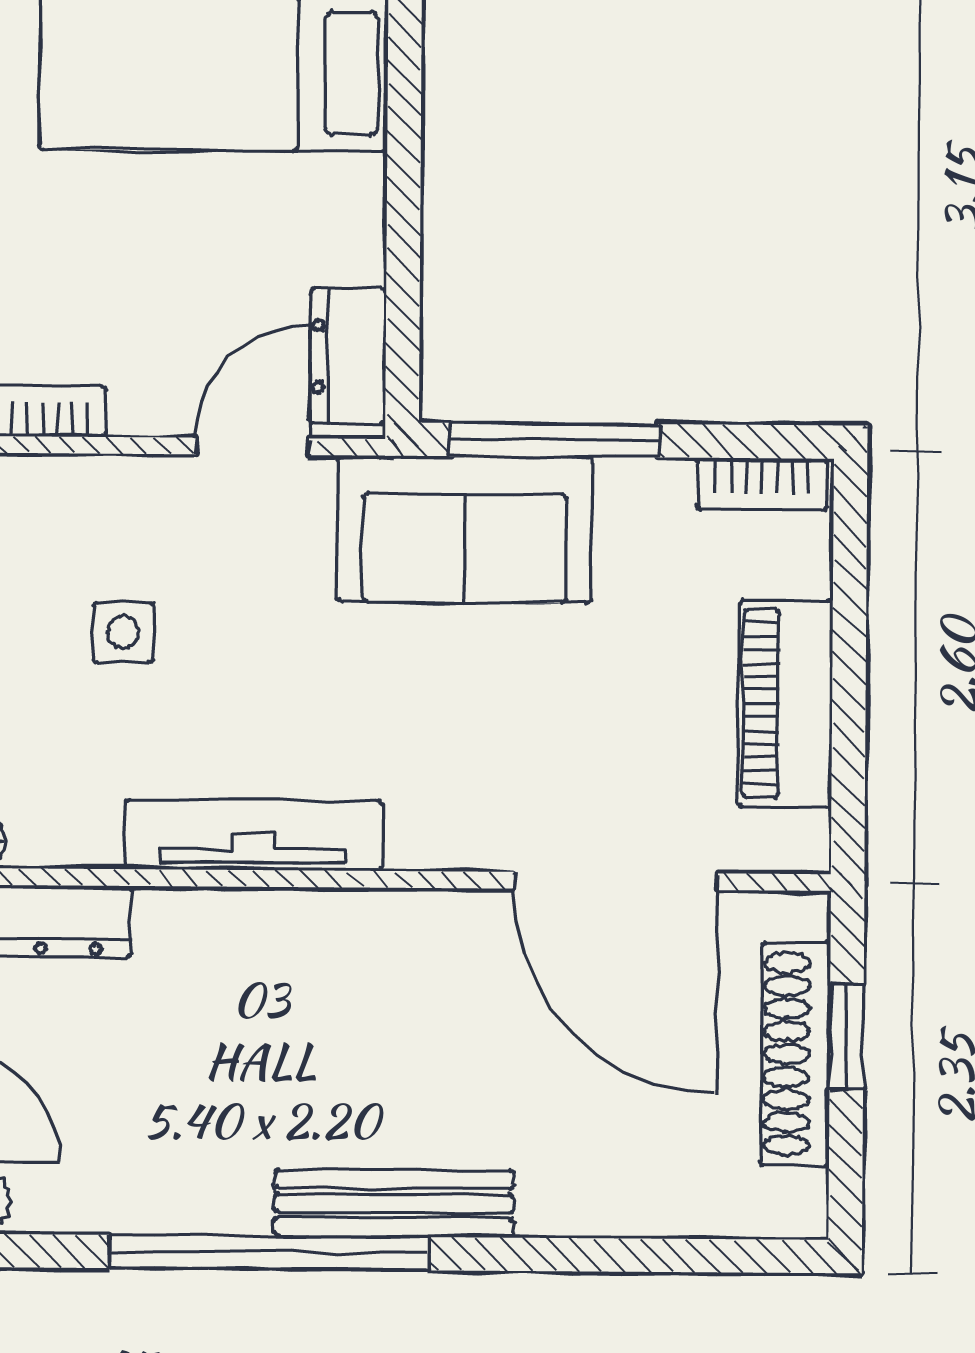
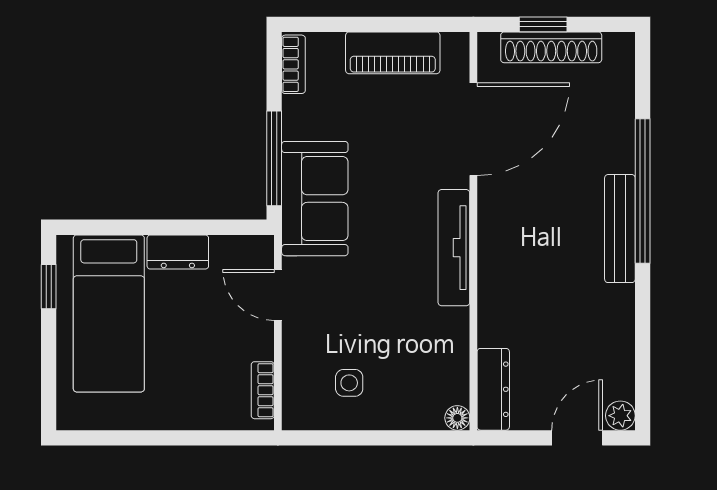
dresser: (348, 356) -> (178, 252), moved
side table: (123, 632) -> (349, 383), moved
tv unit: (253, 835) -> (454, 248), moved
window: (269, 1253) -> (643, 191), moved

